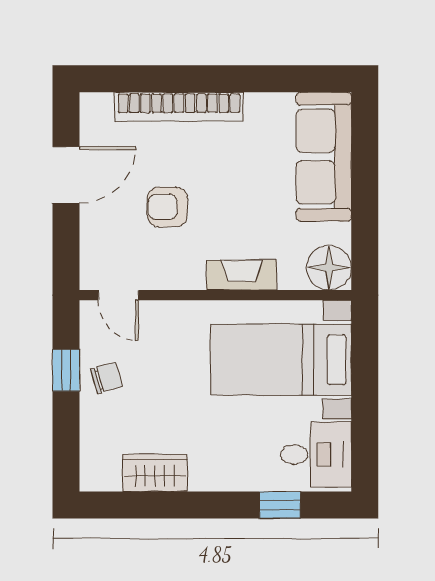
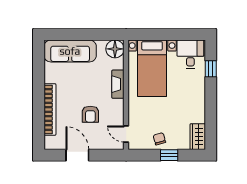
door: (118, 295) -> (126, 134), swing flipped
window: (66, 370) -> (169, 155), moved
wardrobe: (155, 473) -> (198, 137), moved

